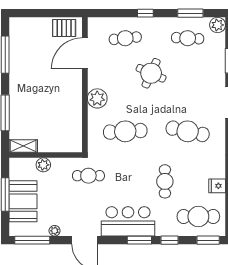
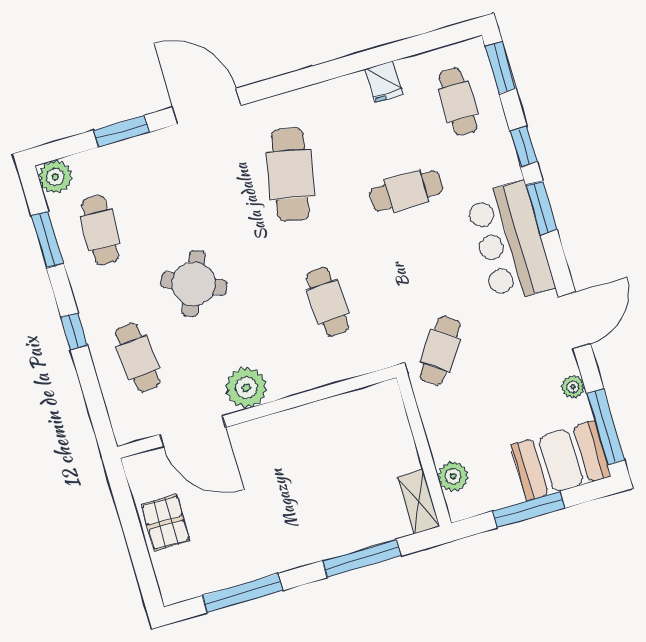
pallet: (64, 28) -> (165, 523), moved
plant: (97, 98) -> (246, 388), moved
cafe table: (125, 131) -> (328, 302), width x0.73, depth x0.74
plant: (43, 165) -> (453, 476), moved
cafe table: (88, 176) -> (440, 350), turned 34
booth: (23, 201) -> (561, 460), moved
cafe table: (198, 217) -> (458, 102), width x0.73, depth x0.74

